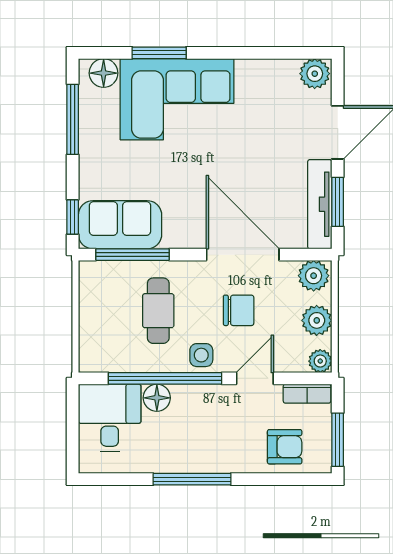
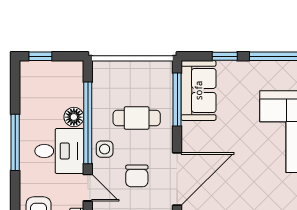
window: (73, 217) -> (225, 56), moved
desk: (110, 418) -> (59, 151), moved
window: (73, 444) -> (40, 56), added

